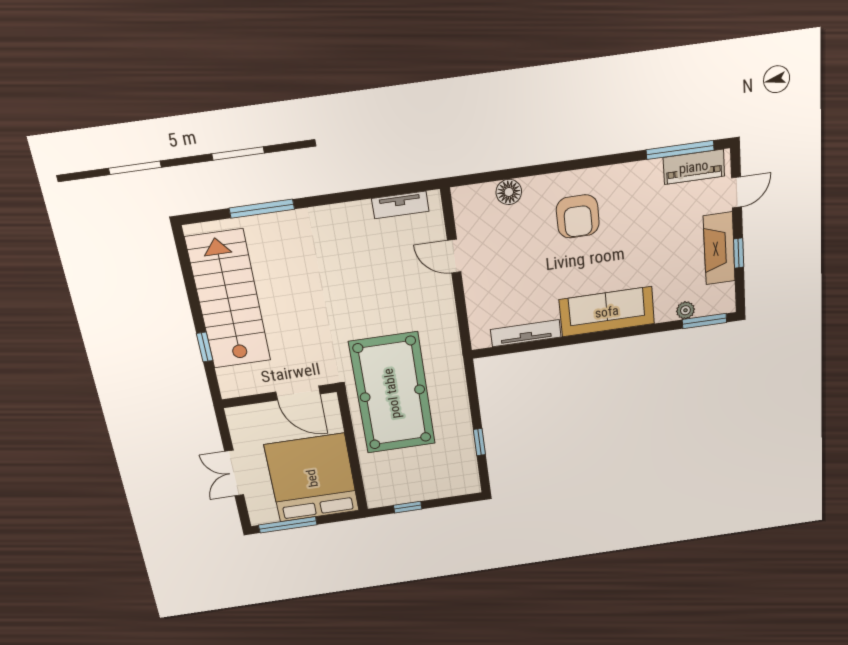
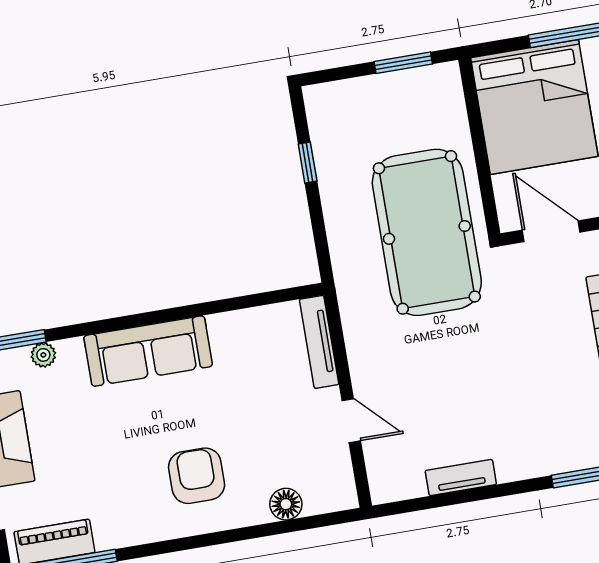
tv unit: (400, 205) -> (461, 478), moved
tv unit: (526, 333) -> (319, 342), moved, turned 90
window: (408, 507) -> (403, 63), width x1.50

